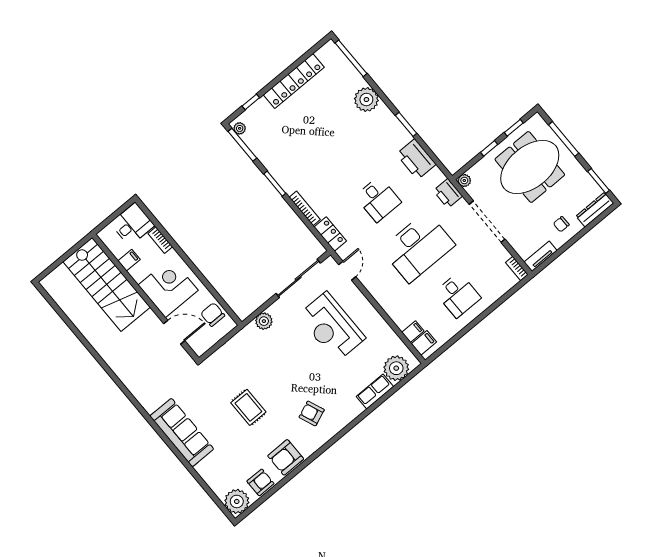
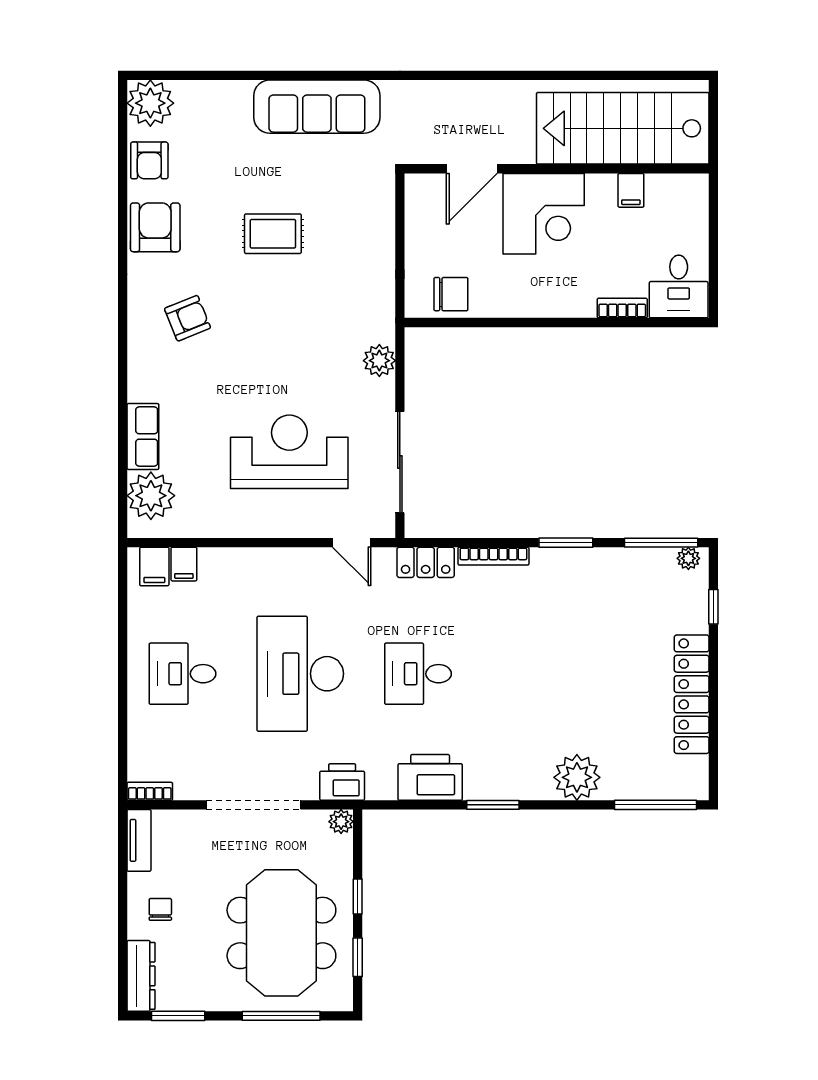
filing cabinet: (129, 260) -> (631, 190), moved
stairs: (107, 284) -> (623, 128), moved
corner desk: (168, 288) -> (544, 214), moved
wall: (145, 298) -> (557, 169), moved
door: (174, 332) -> (472, 169), moved

